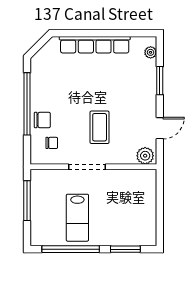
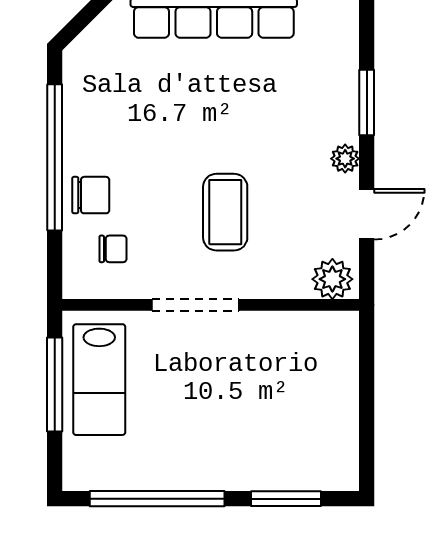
plant: (151, 52) -> (345, 159), moved
lab bench: (77, 218) -> (99, 380), moved

